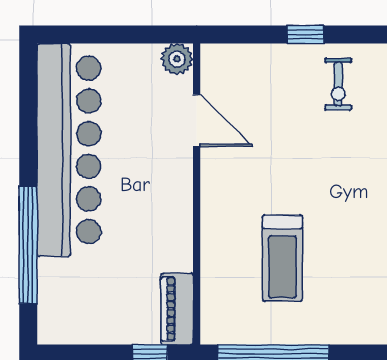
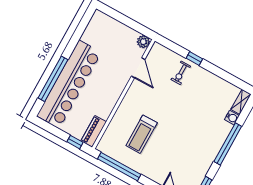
exercise bike: (338, 84) -> (181, 73), moved
bar counter: (69, 150) -> (69, 84), moved

